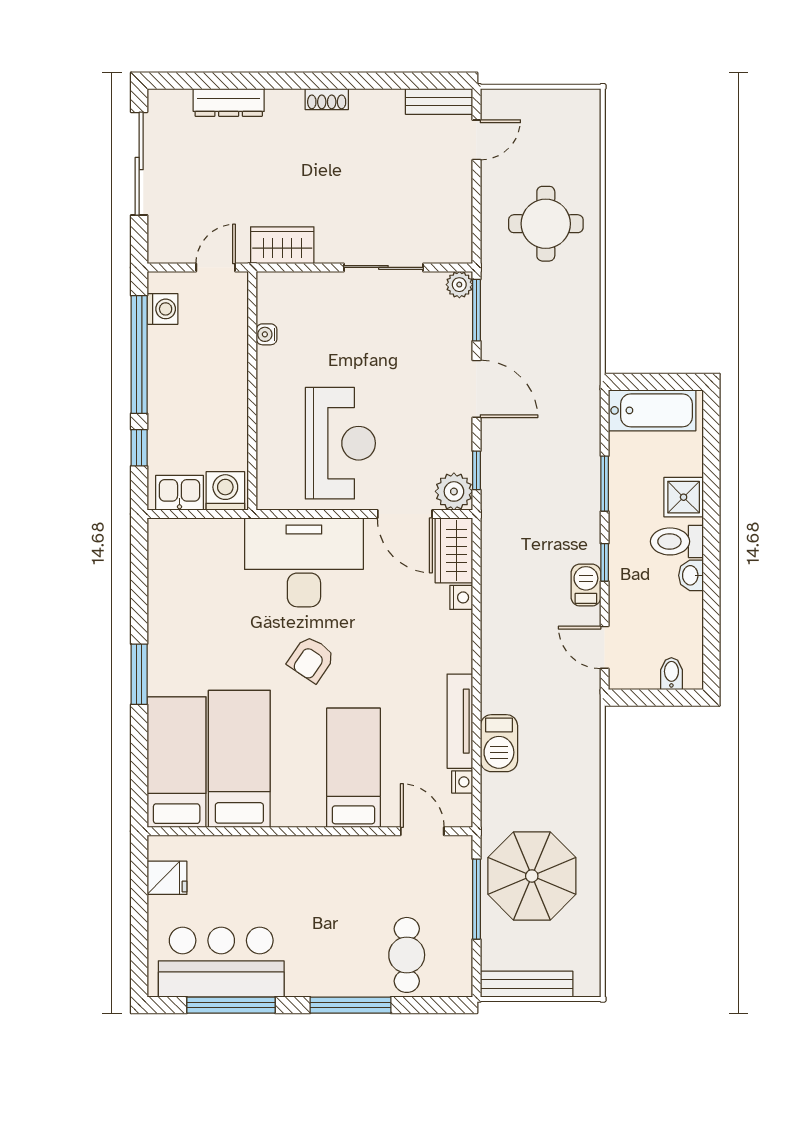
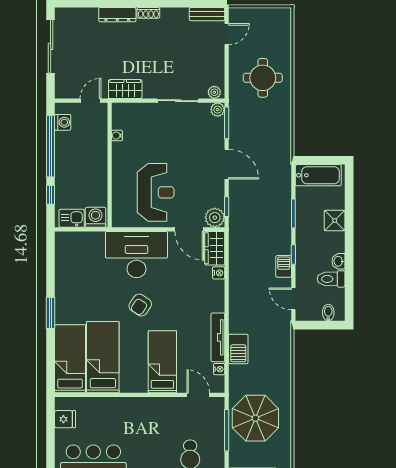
dresser: (229, 103) -> (117, 15), moved
plant: (453, 251) -> (214, 92), added
toilet: (677, 541) -> (331, 279), moved

